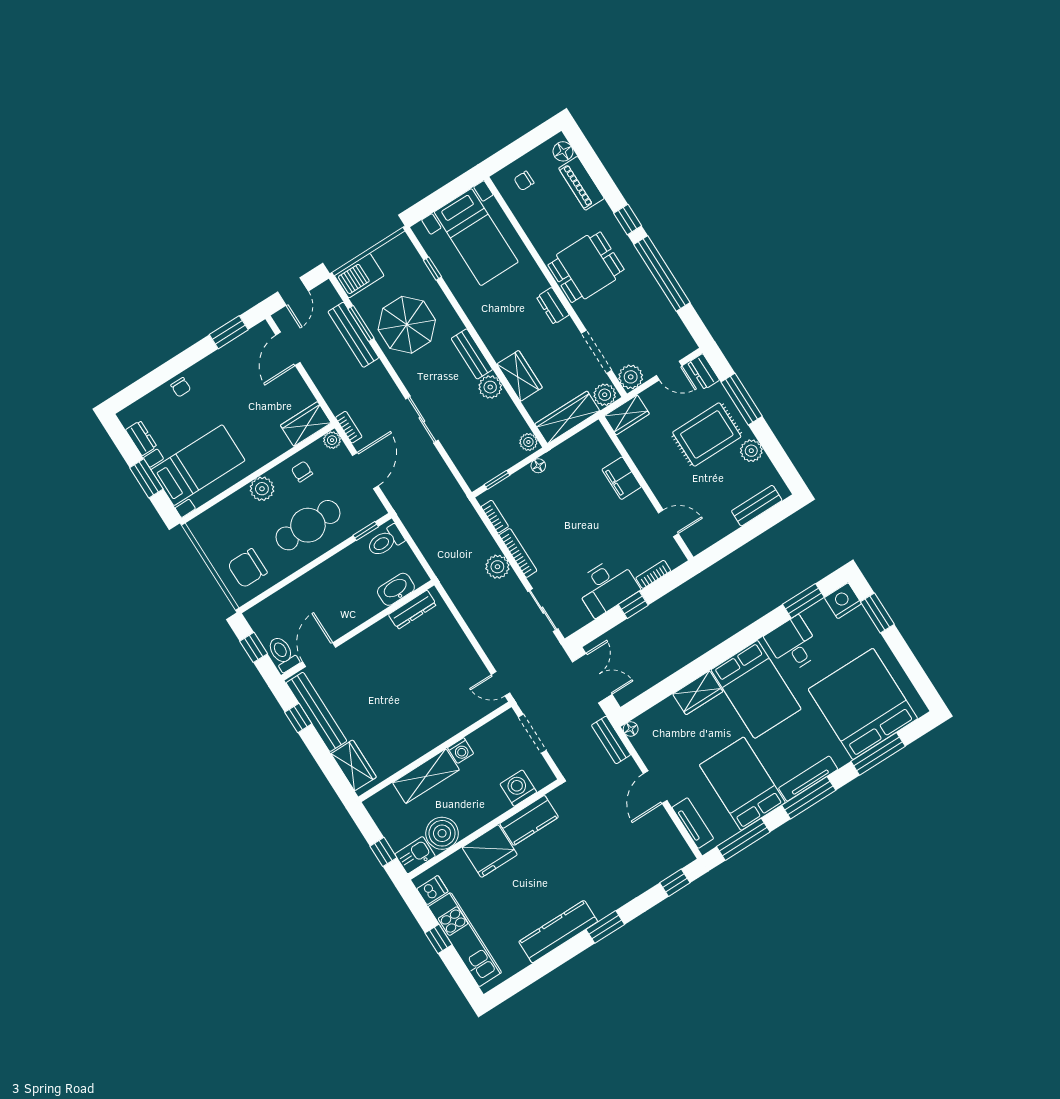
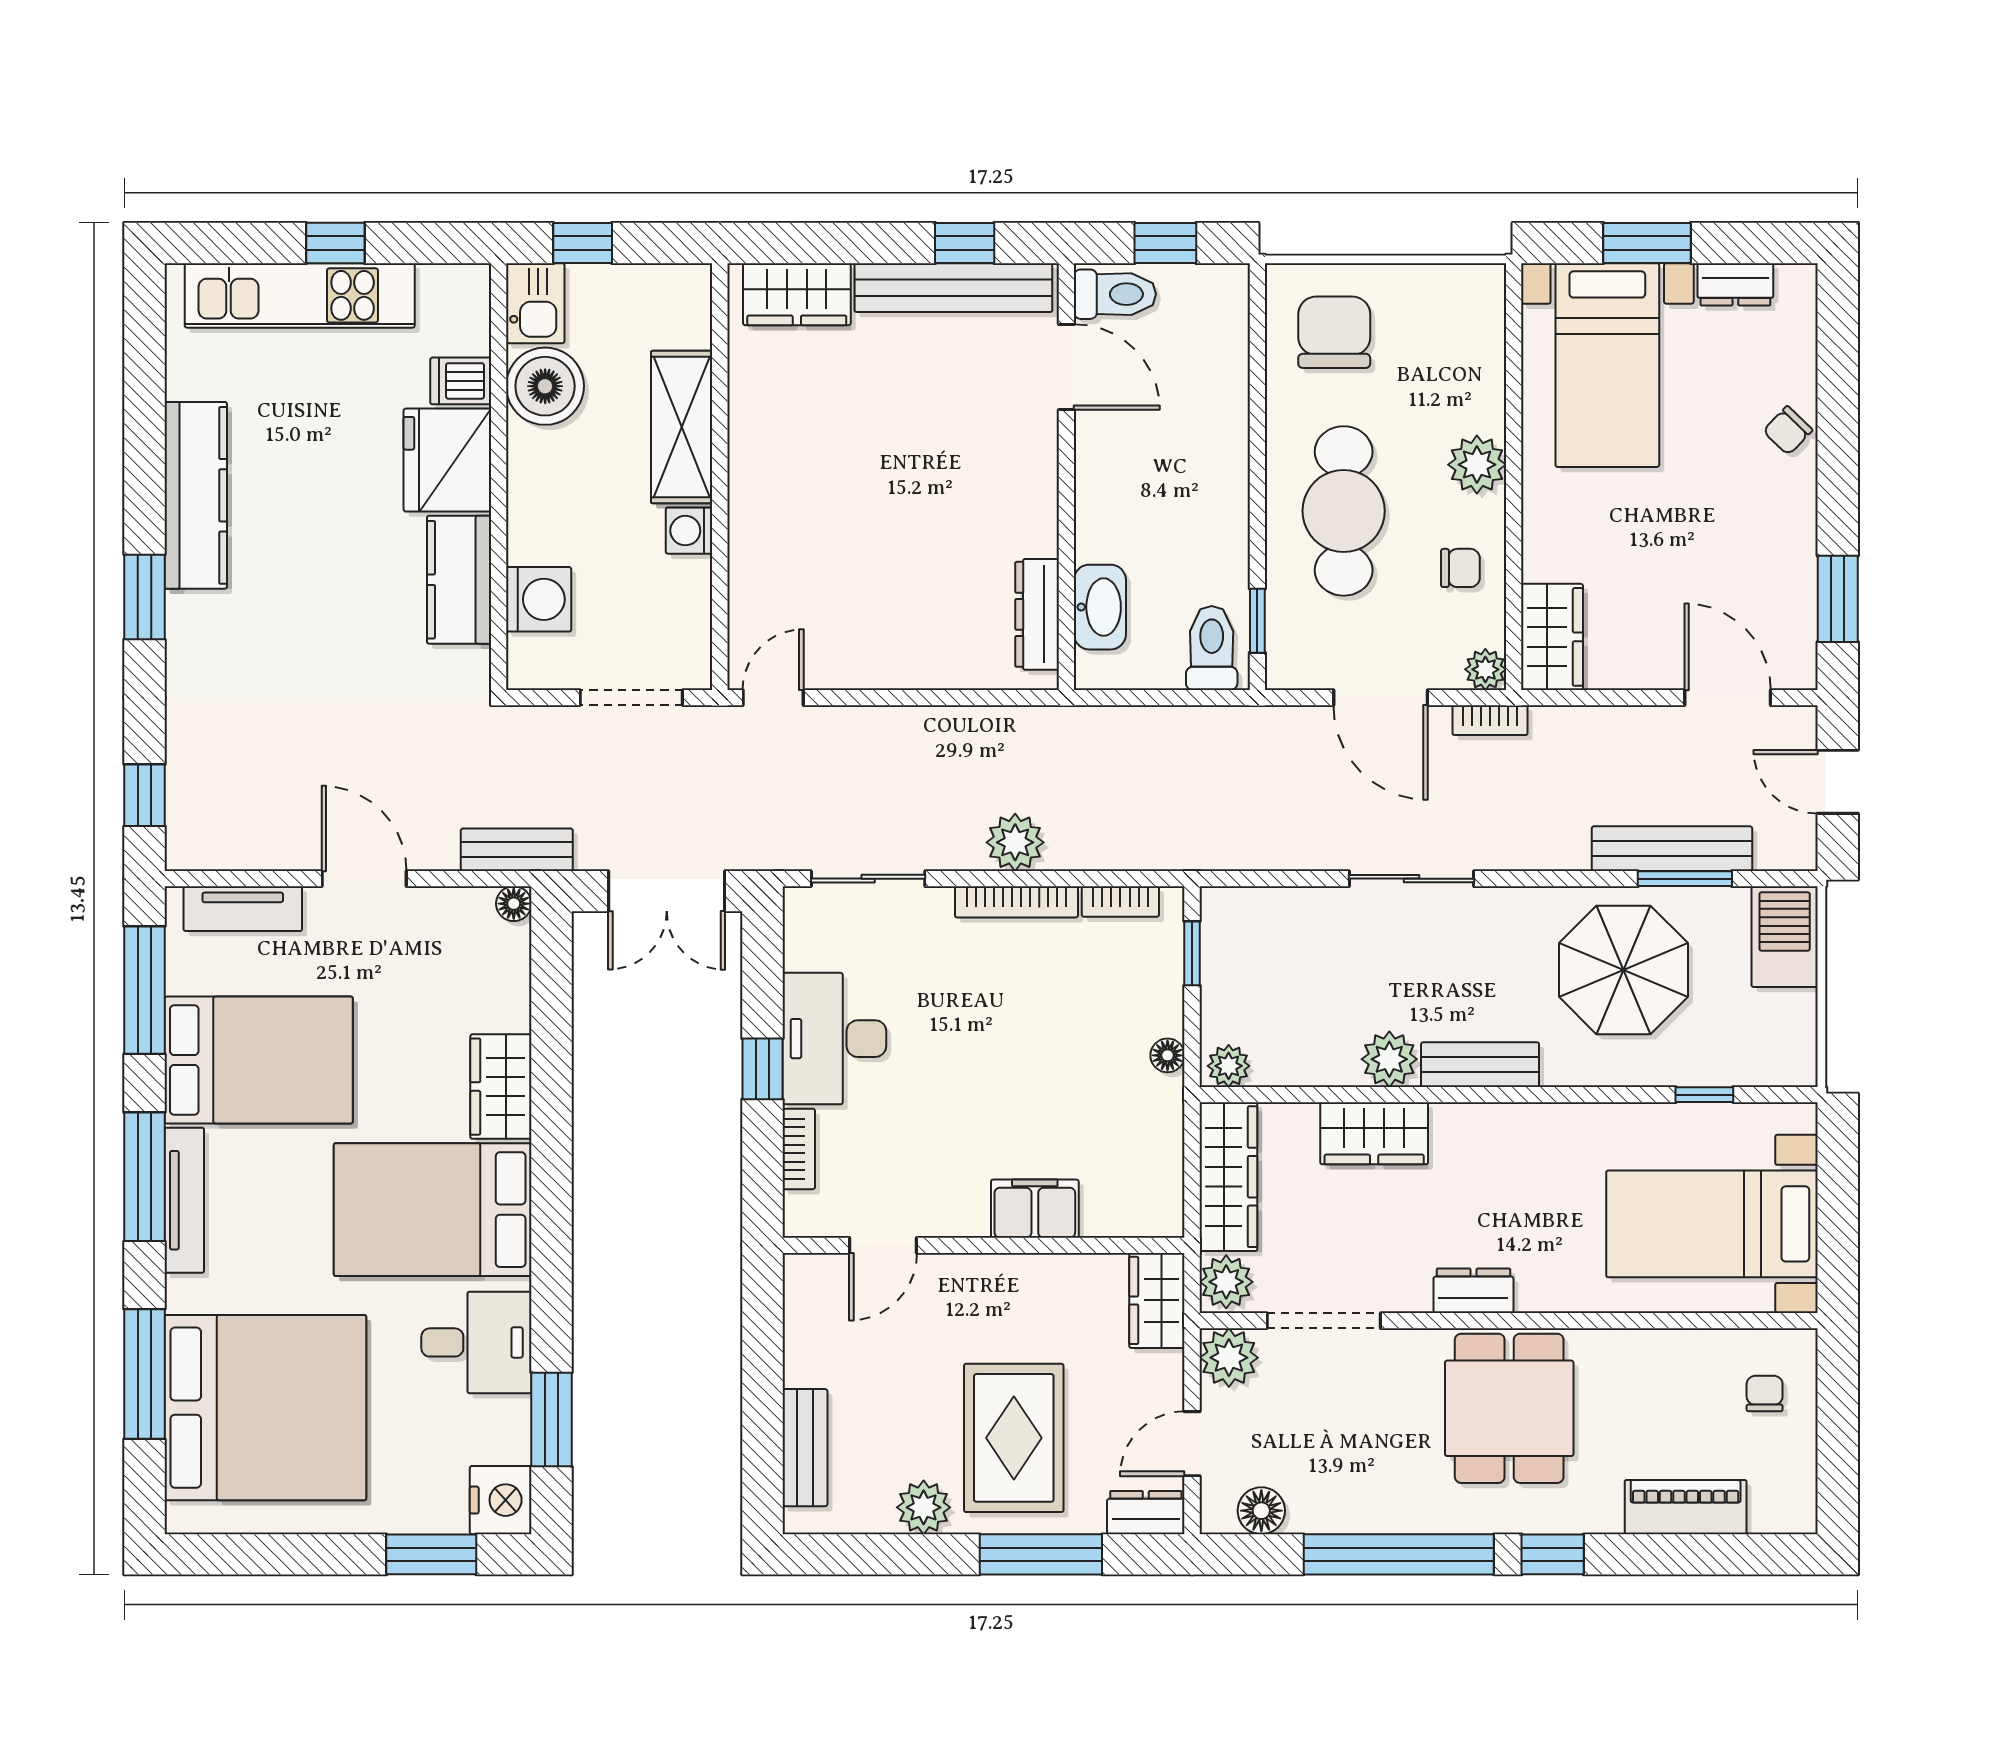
floor lamp: (563, 151) -> (1261, 1511), moved
chair: (181, 387) -> (1788, 430), turned -46
dishwasher: (432, 890) -> (461, 381), moved, turned 90

